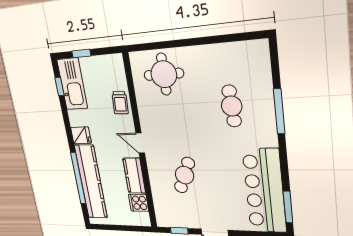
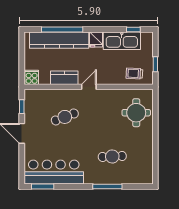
window: (81, 53) -> (155, 64), moved
kitchen sink: (72, 84) -> (122, 41), moved
trolley: (120, 103) -> (134, 74), moved
cafe table: (184, 175) -> (65, 117), turned -45
cooker: (139, 203) -> (32, 77), moved

